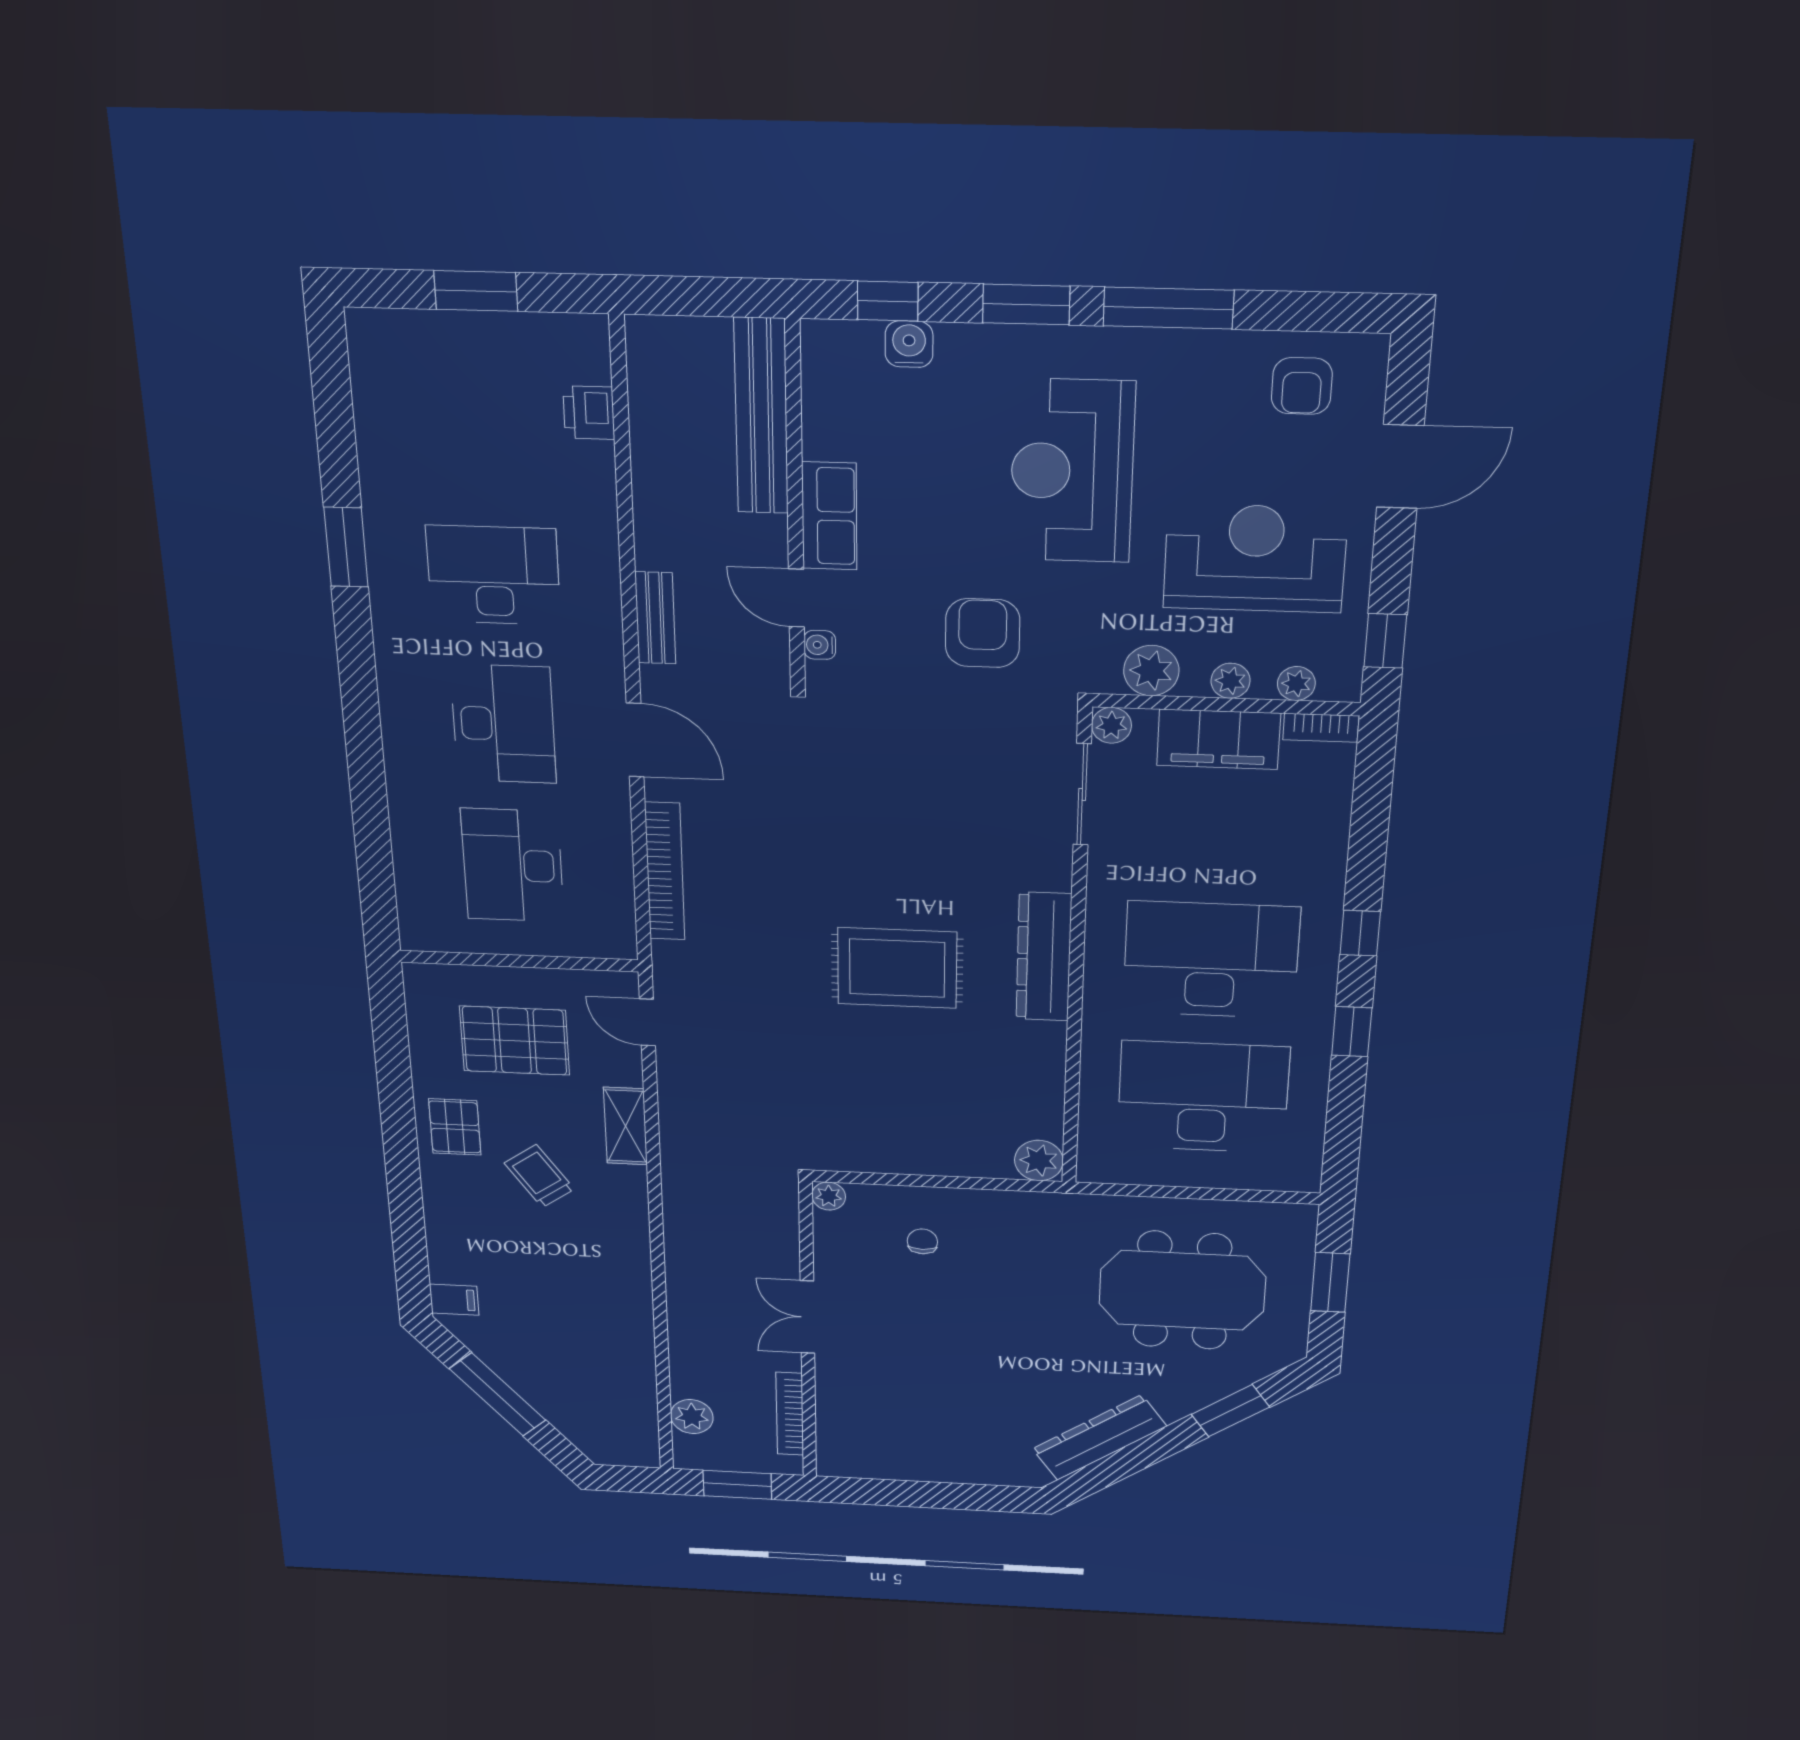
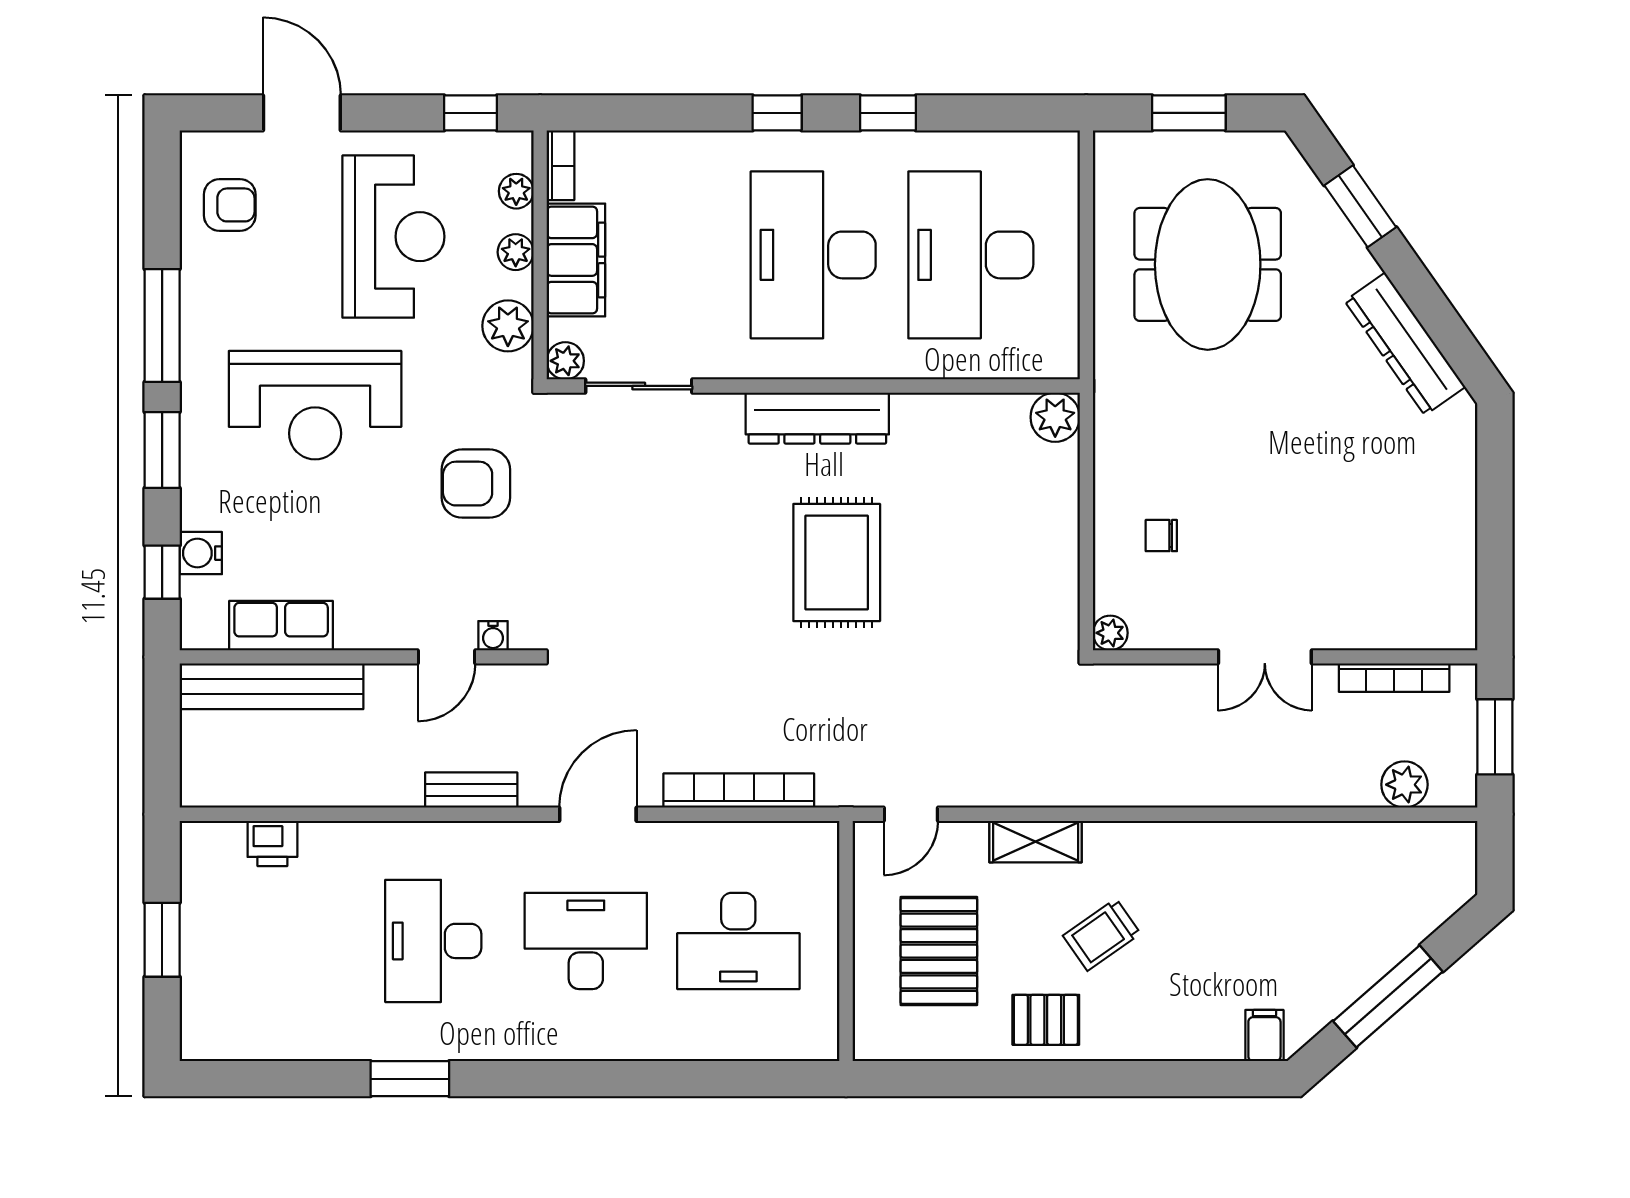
row of seats: (829, 516) -> (281, 626), moved
reception desk: (1255, 558) -> (393, 237), turned 180

